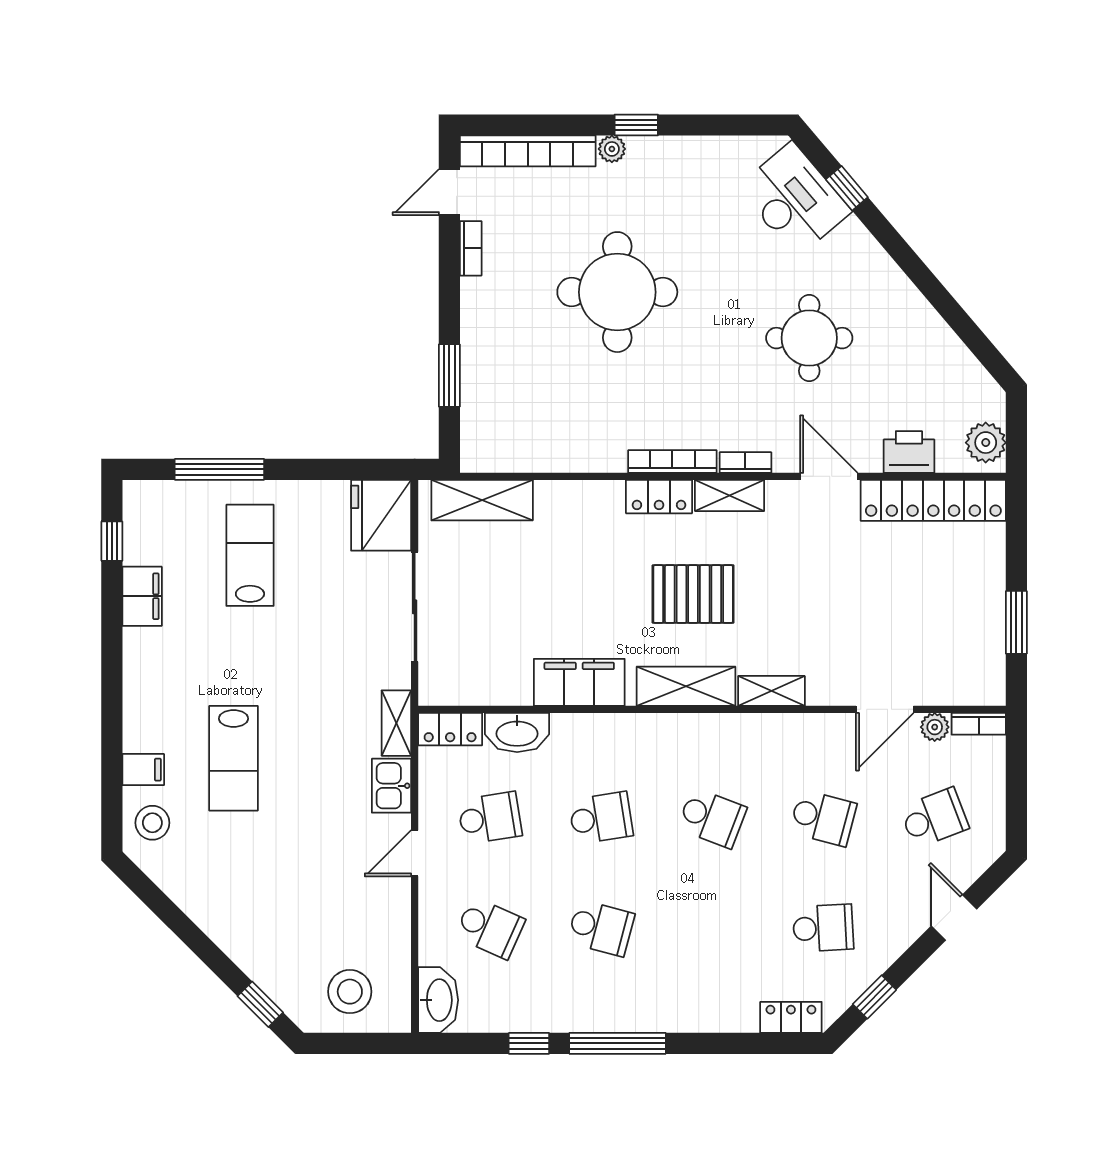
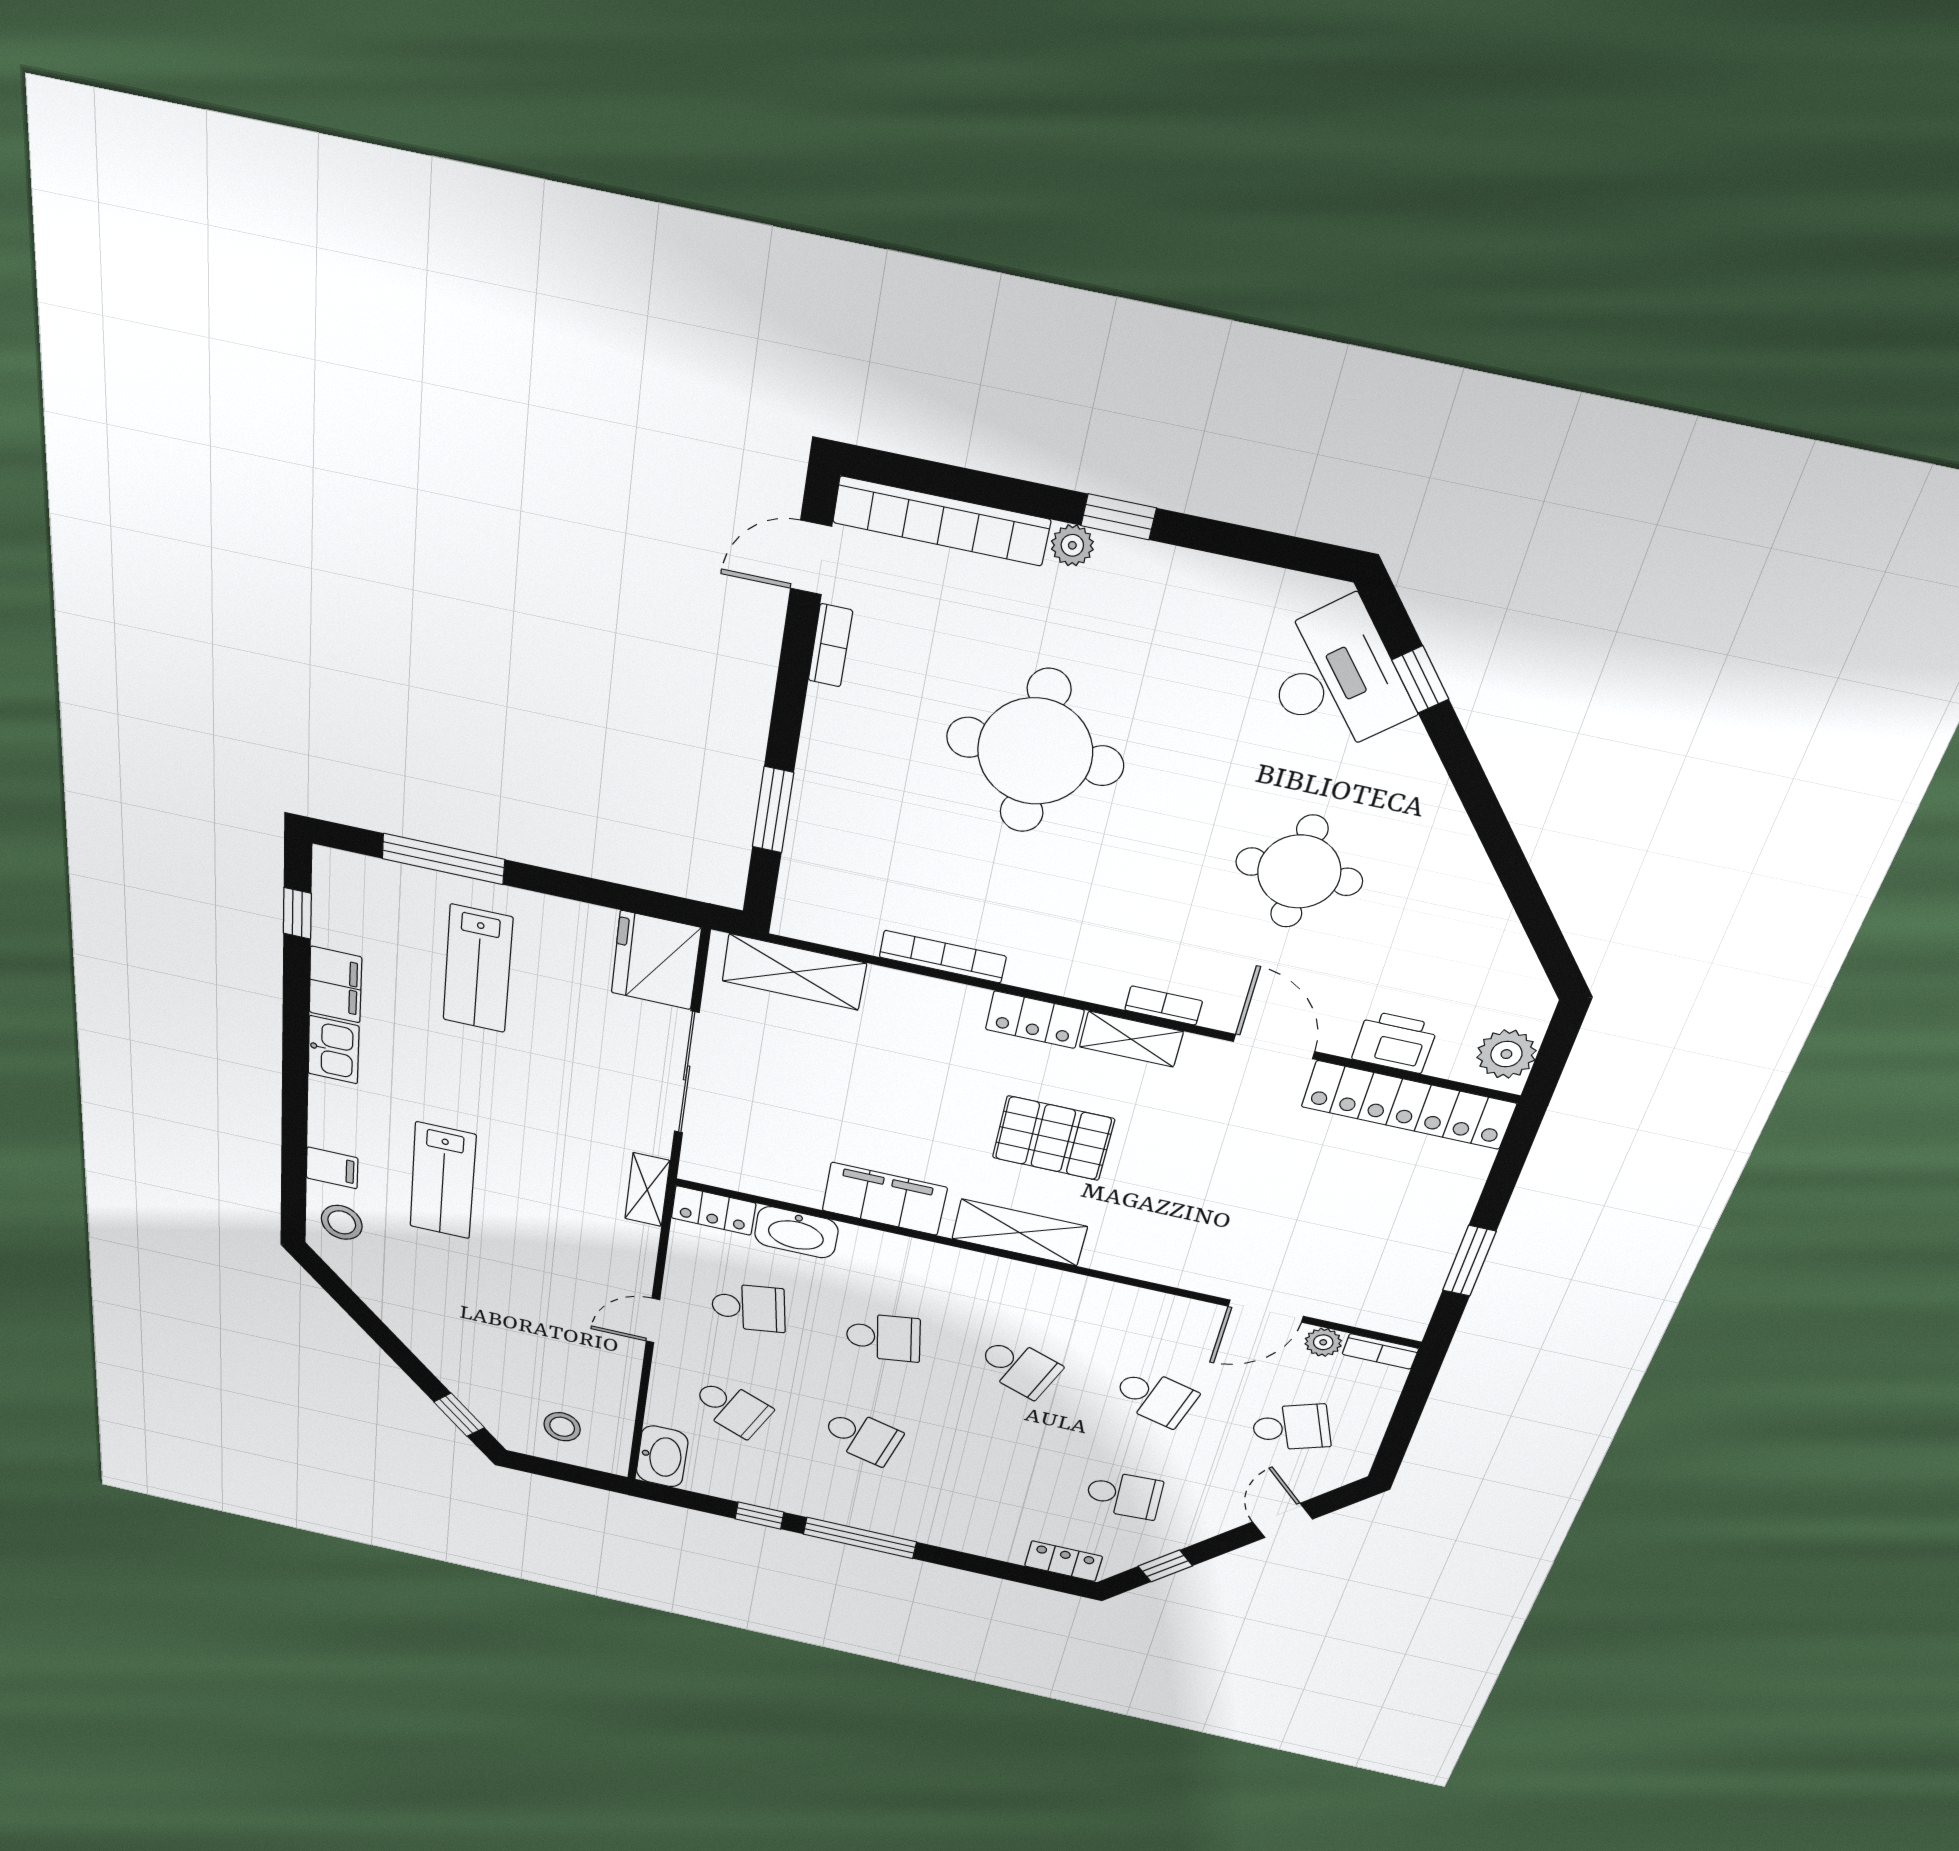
bookcase: (672, 462) -> (943, 957), moved
lab bench: (250, 555) -> (478, 969), turned 180
shelving: (771, 691) -> (1127, 1261), removed
kitchen sink: (391, 786) -> (334, 1050), moved, turned 180
stool: (350, 992) -> (562, 1427), width x0.73, depth x0.73

